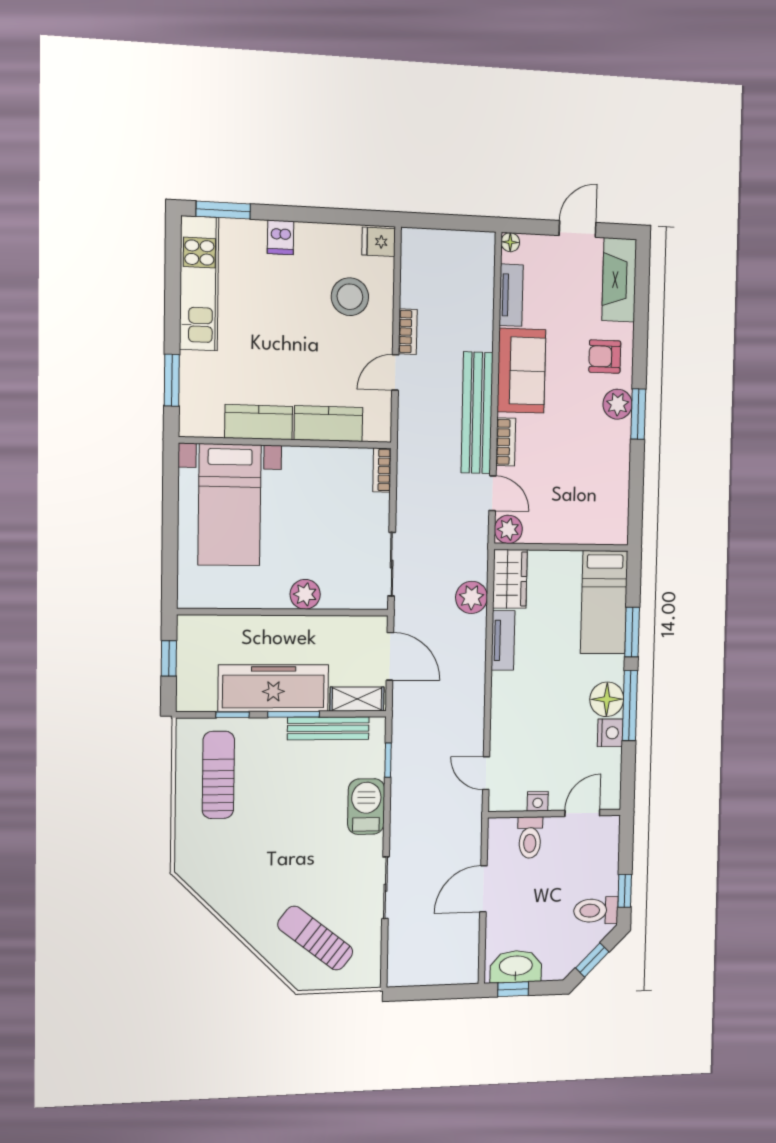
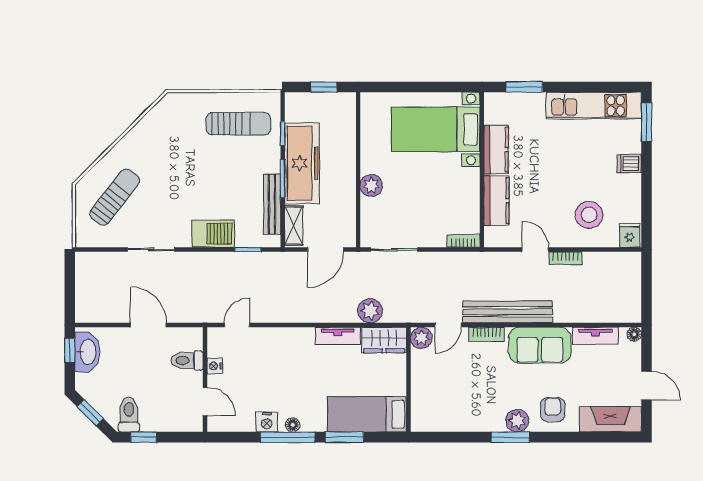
floor lamp: (607, 699) -> (293, 425), width x0.53, depth x0.53

